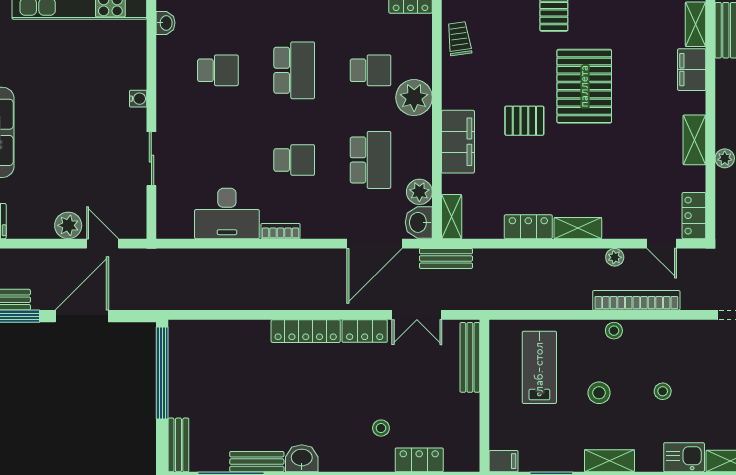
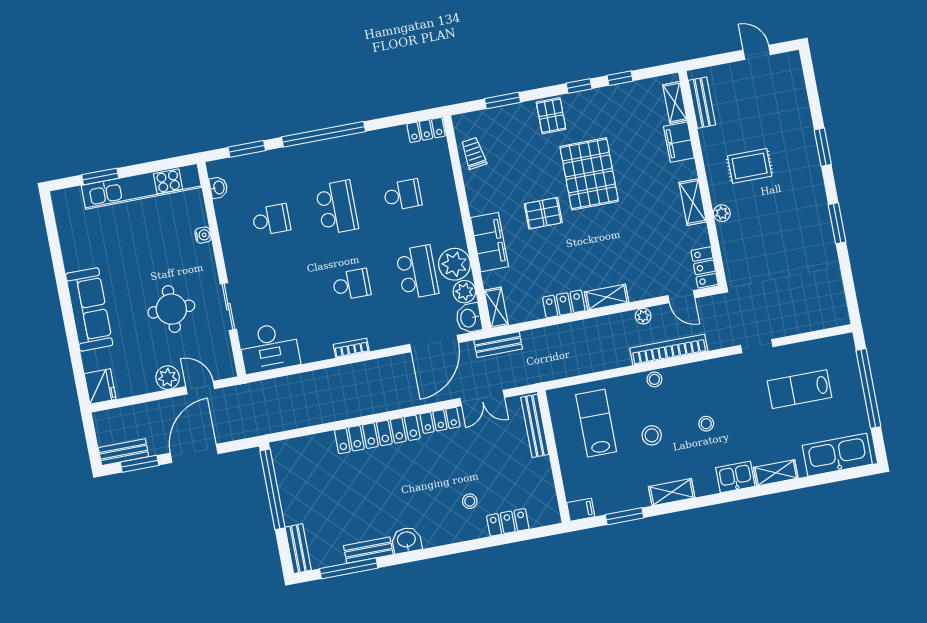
plant: (414, 98) -> (454, 264), moved
water cooler: (138, 99) -> (203, 235), moved
round table: (87, 149) -> (171, 309), added
desk: (227, 213) -> (269, 348), moved
locker: (306, 331) -> (377, 434), width x1.41, depth x1.21

